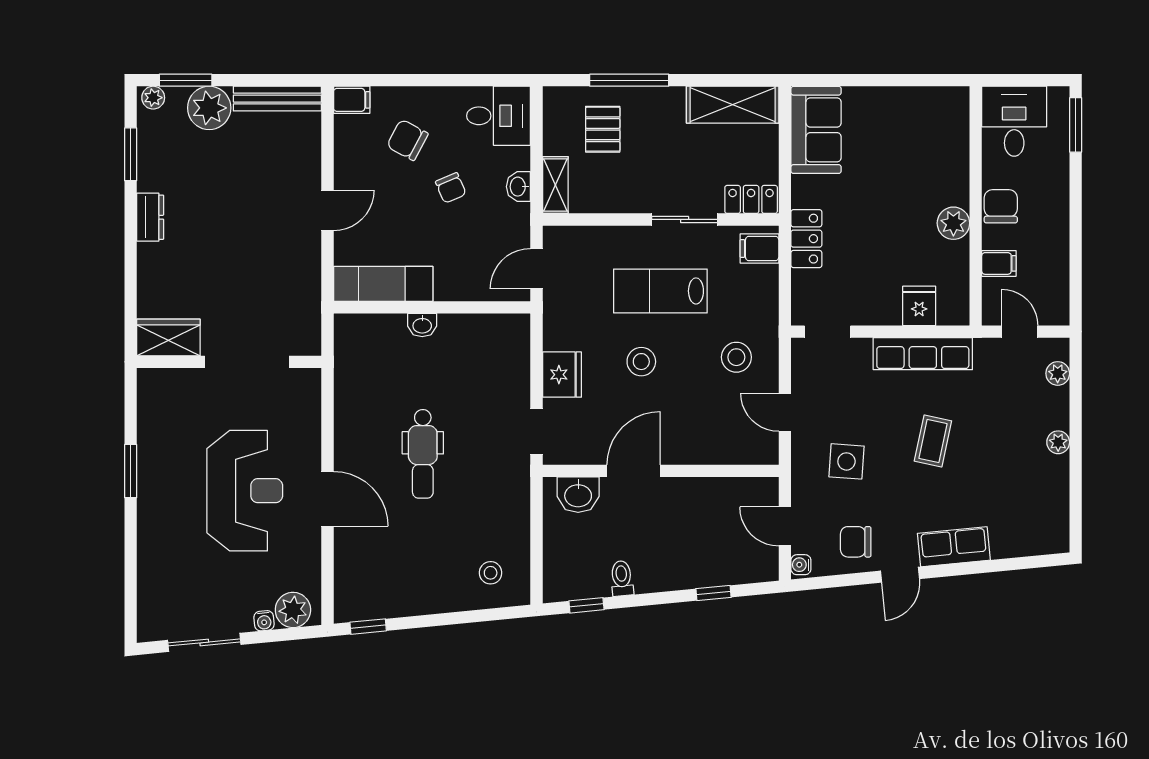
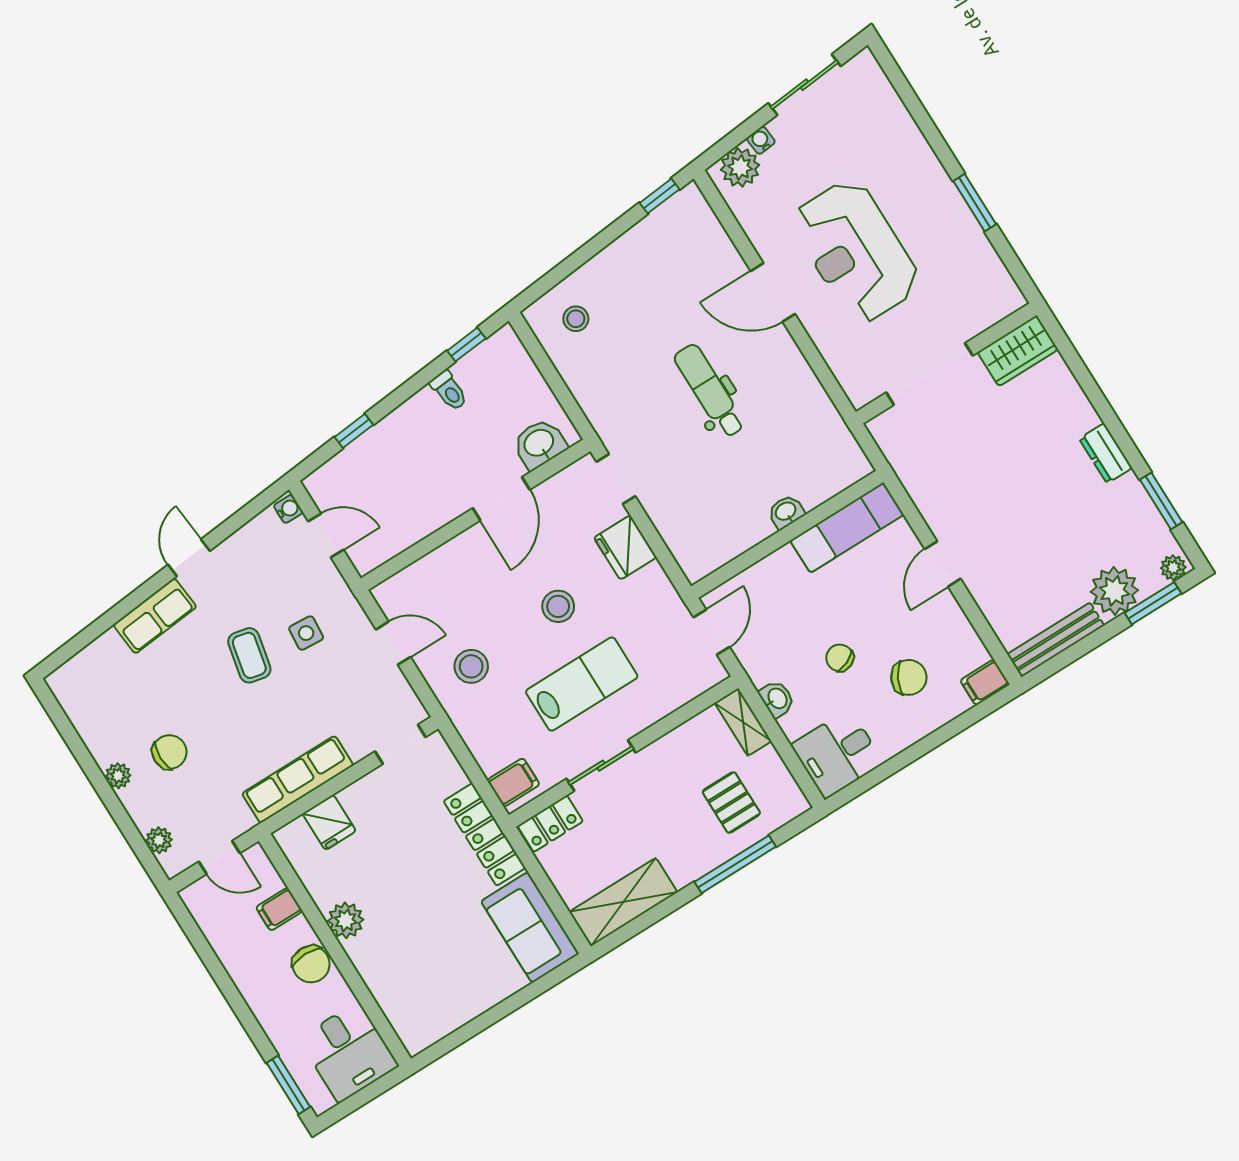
locker: (806, 239) -> (485, 834), width x1.53
coffee table: (933, 441) -> (249, 655), moved
side table: (846, 461) -> (306, 633), width x0.73, depth x0.73
chair: (856, 542) -> (169, 752), moved

